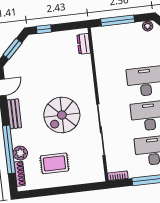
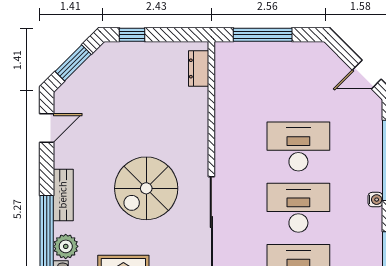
plant: (148, 26) -> (314, 50), removed
bench: (14, 114) -> (63, 195), moved

